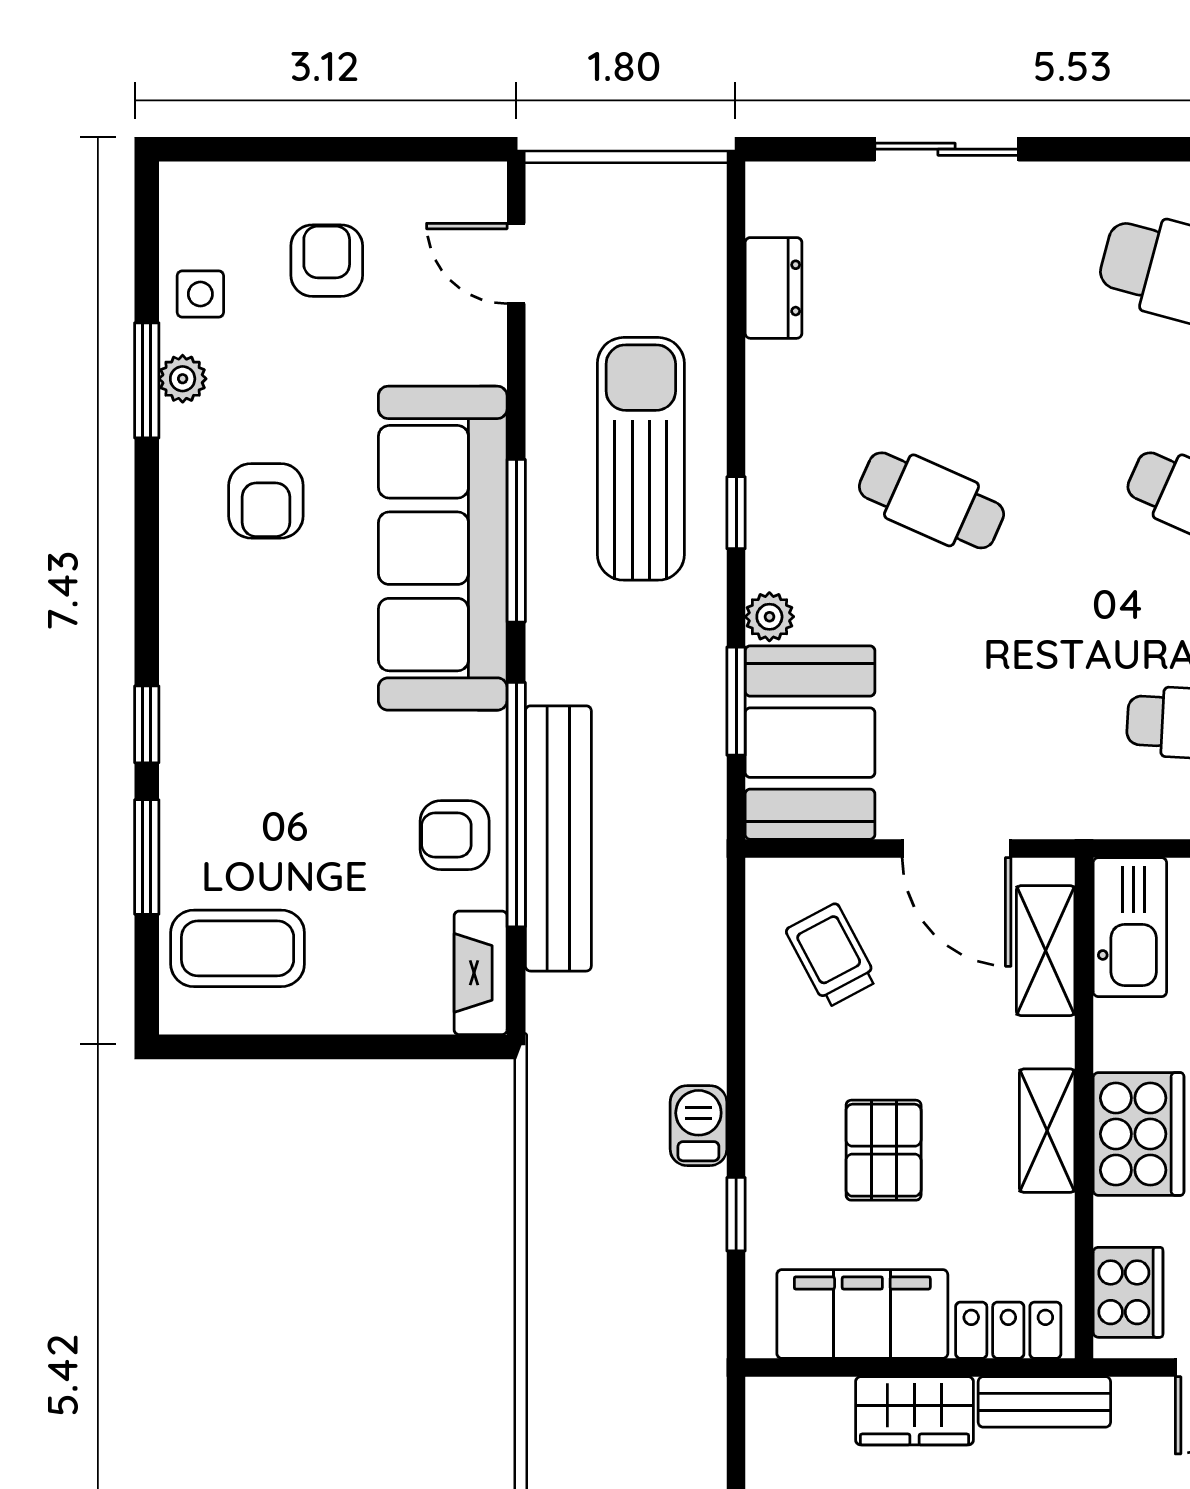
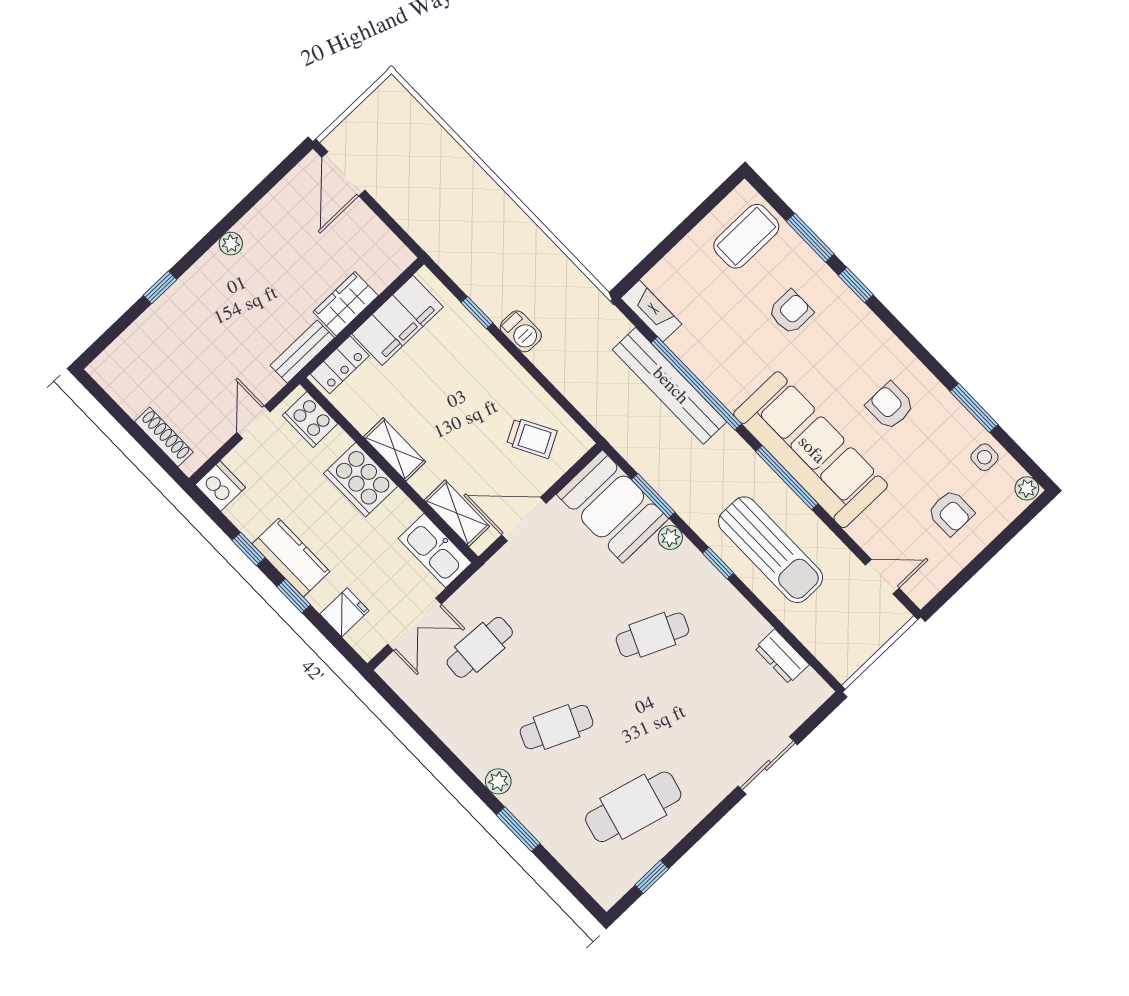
plant: (183, 379) -> (1027, 488), moved
armchair: (455, 835) -> (791, 312), moved
pallet: (884, 1150) -> (446, 386), removed

